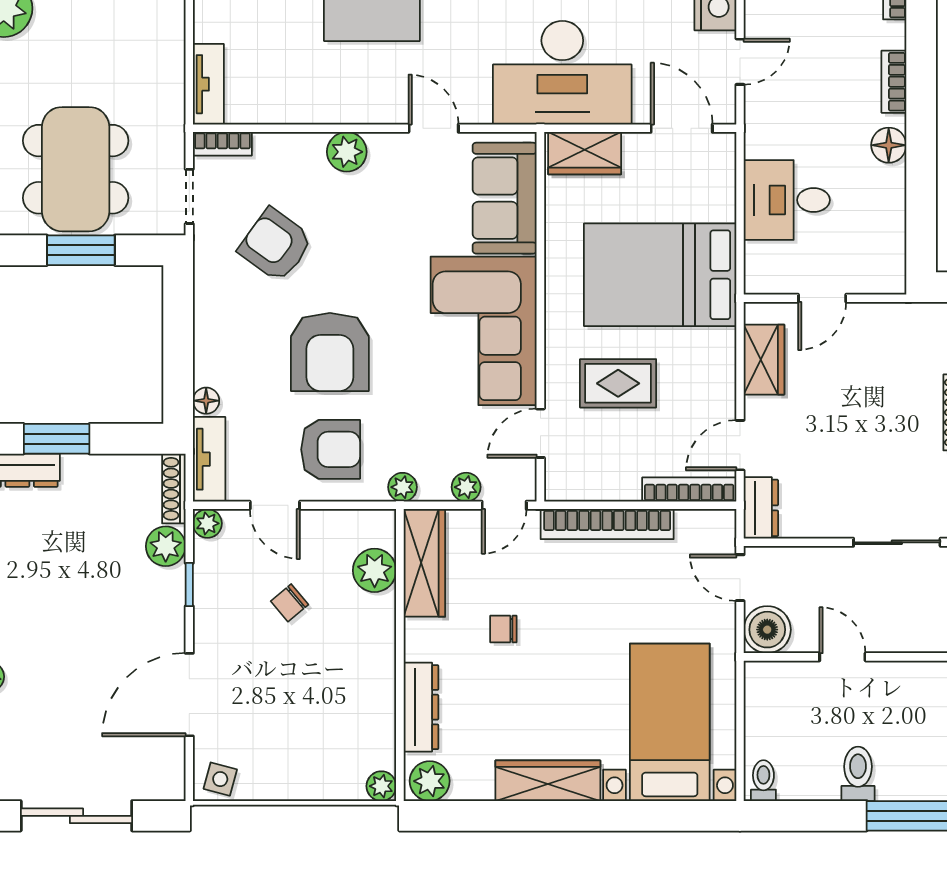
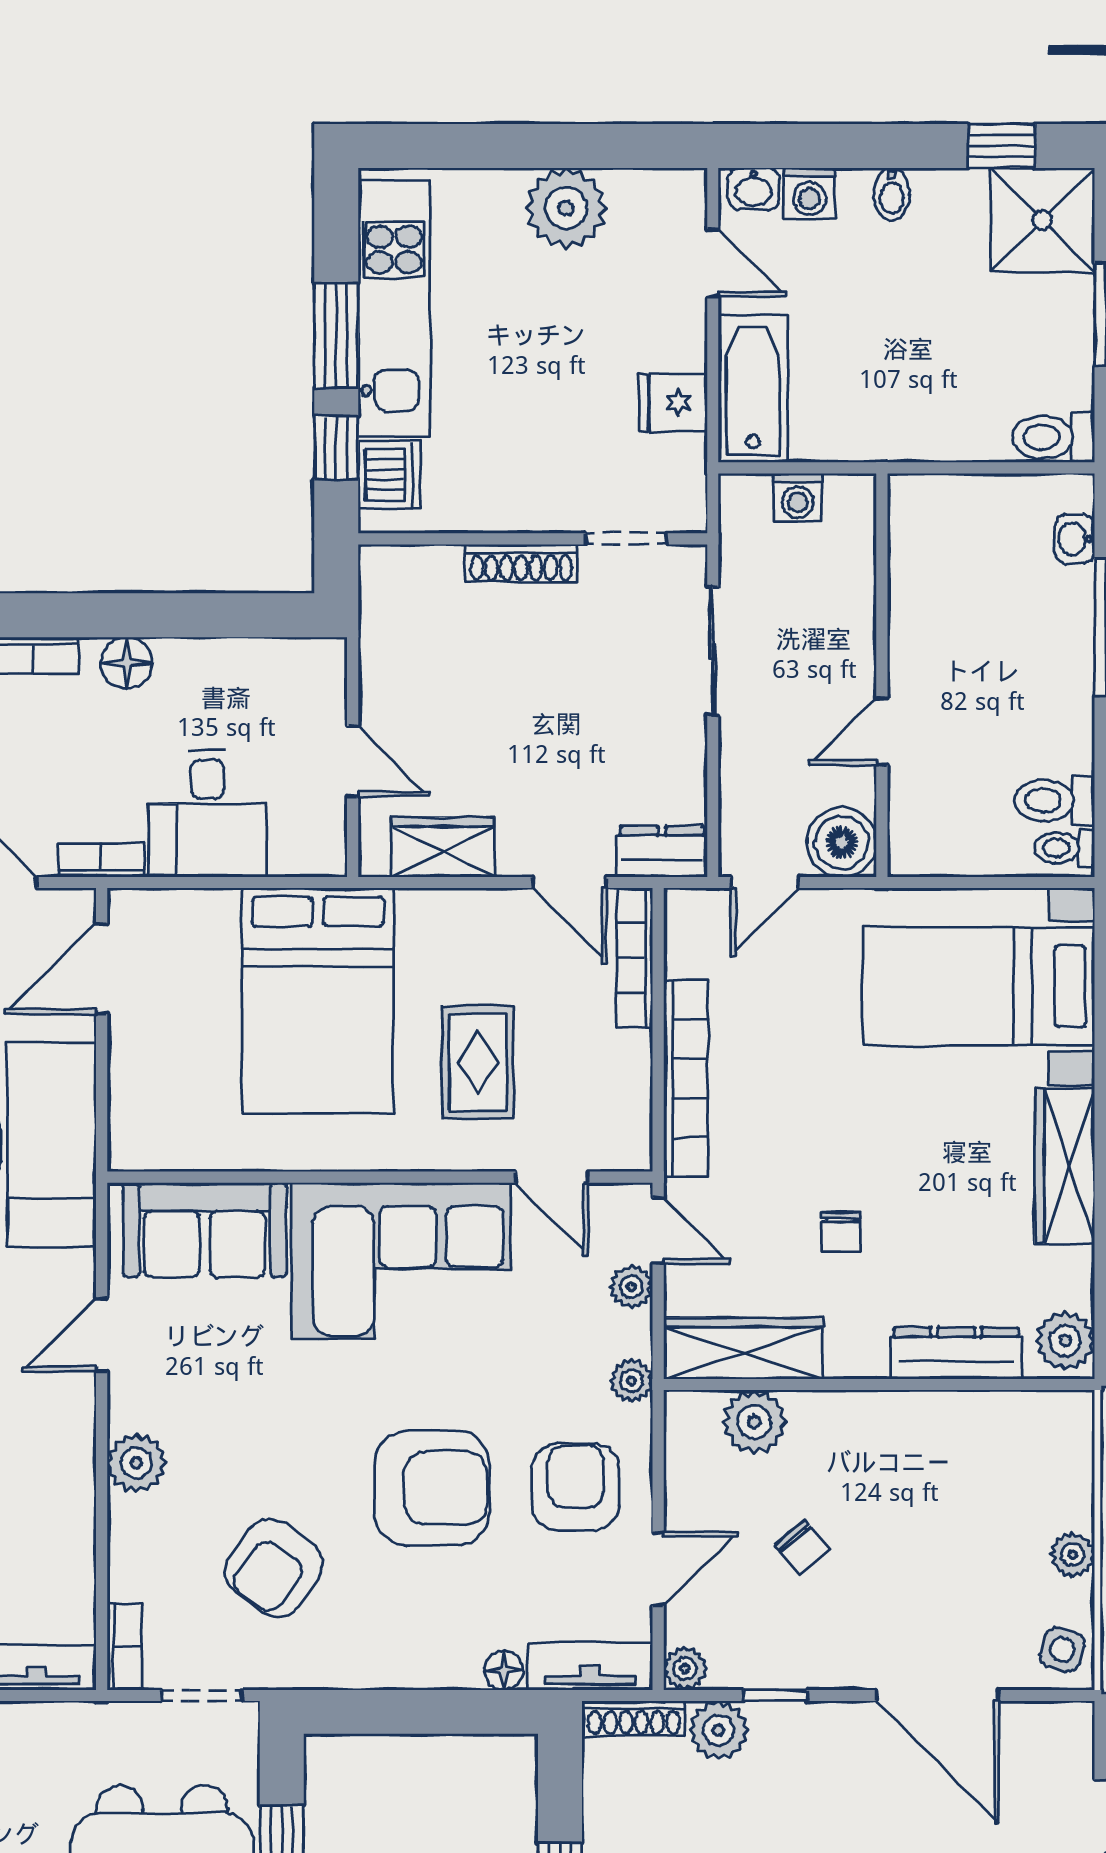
bookcase: (755, 128) -> (101, 860), added
wardrobe: (585, 153) -> (138, 1112), removed
toilet: (858, 774) -> (1054, 801), moved
plant: (381, 786) -> (1073, 1555), moved

